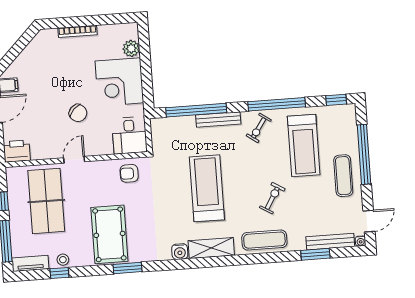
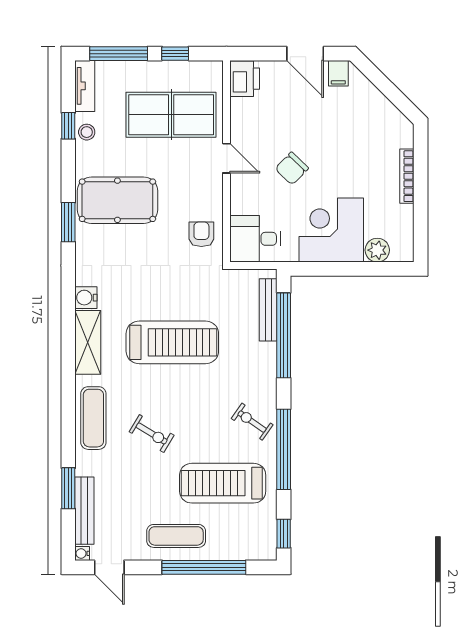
bench: (218, 119) -> (268, 310), moved

